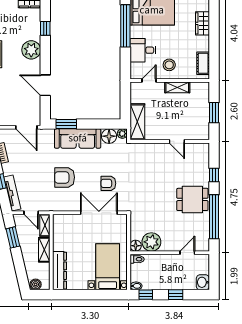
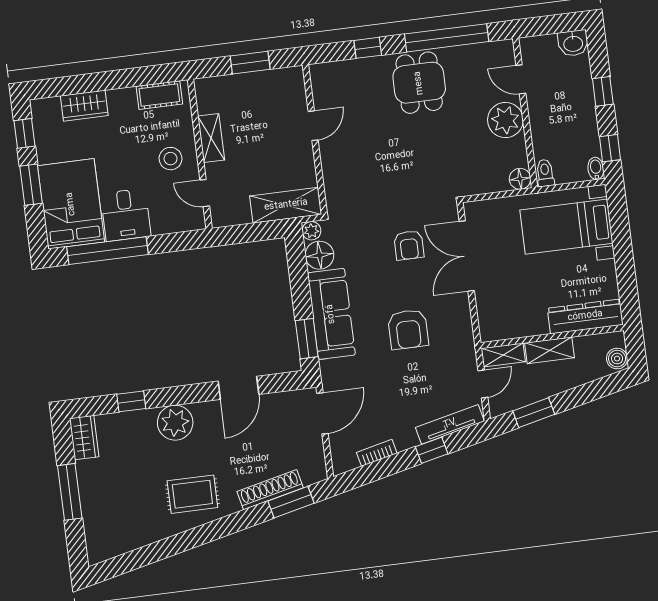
desk: (143, 50) -> (126, 215), moved
plant: (151, 242) -> (505, 120), moved

